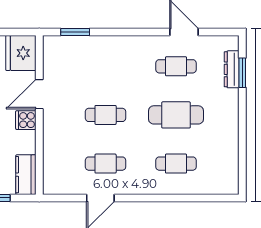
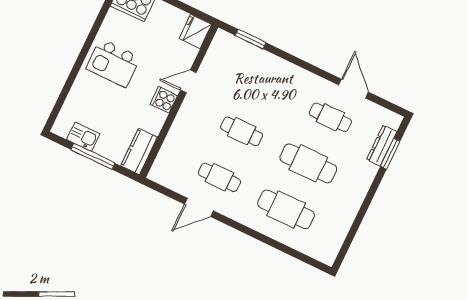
fridge: (21, 53) -> (195, 31), width x0.73, depth x0.75
door: (39, 94) -> (188, 81), width x0.73
cafe table: (176, 164) -> (286, 209), width x1.37, depth x1.35

